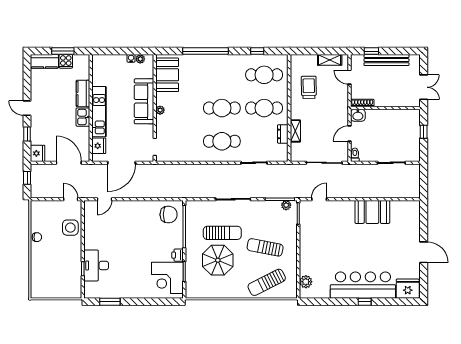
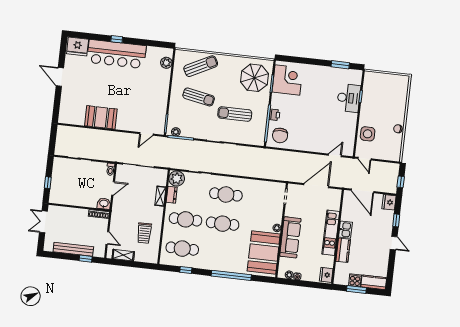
booth: (167, 75) -> (264, 252), width x1.36, depth x1.42
fridge: (99, 146) -> (326, 275), moved
plant: (279, 153) -> (177, 179), added
chair: (169, 215) -> (280, 135), turned -90
printer: (178, 255) -> (274, 115), moved
parasol: (218, 260) -> (254, 78), moved

